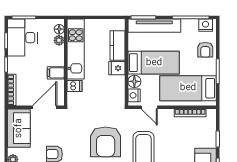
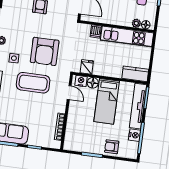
nightstand: (206, 25) -> (135, 135), moved
kitchen counter: (117, 45) -> (135, 74), moved
fridge: (117, 68) -> (87, 67), moved
filing cabinet: (56, 73) -> (109, 17), removed
bed: (188, 88) -> (81, 128), removed
door: (149, 107) -> (69, 93), swing flipped
armchair: (106, 142) -> (45, 51), turned -90

